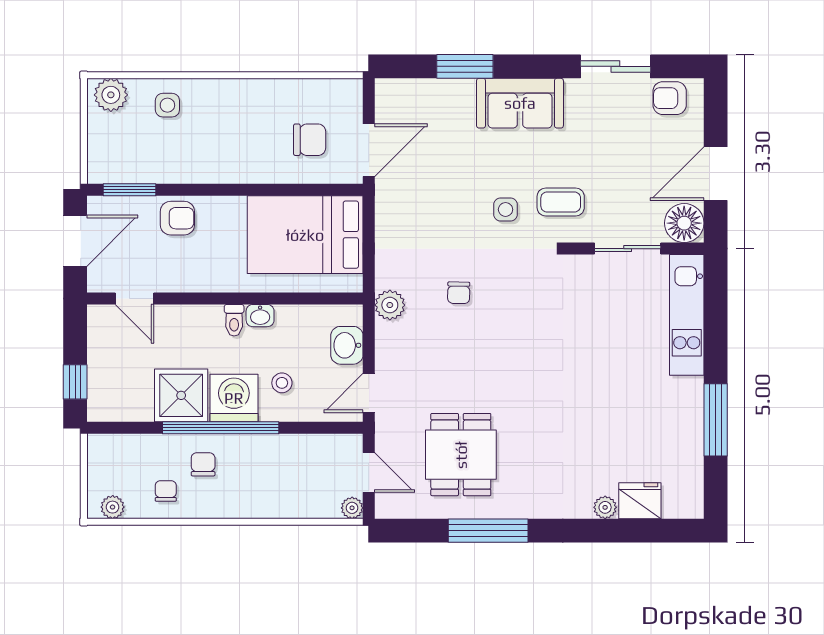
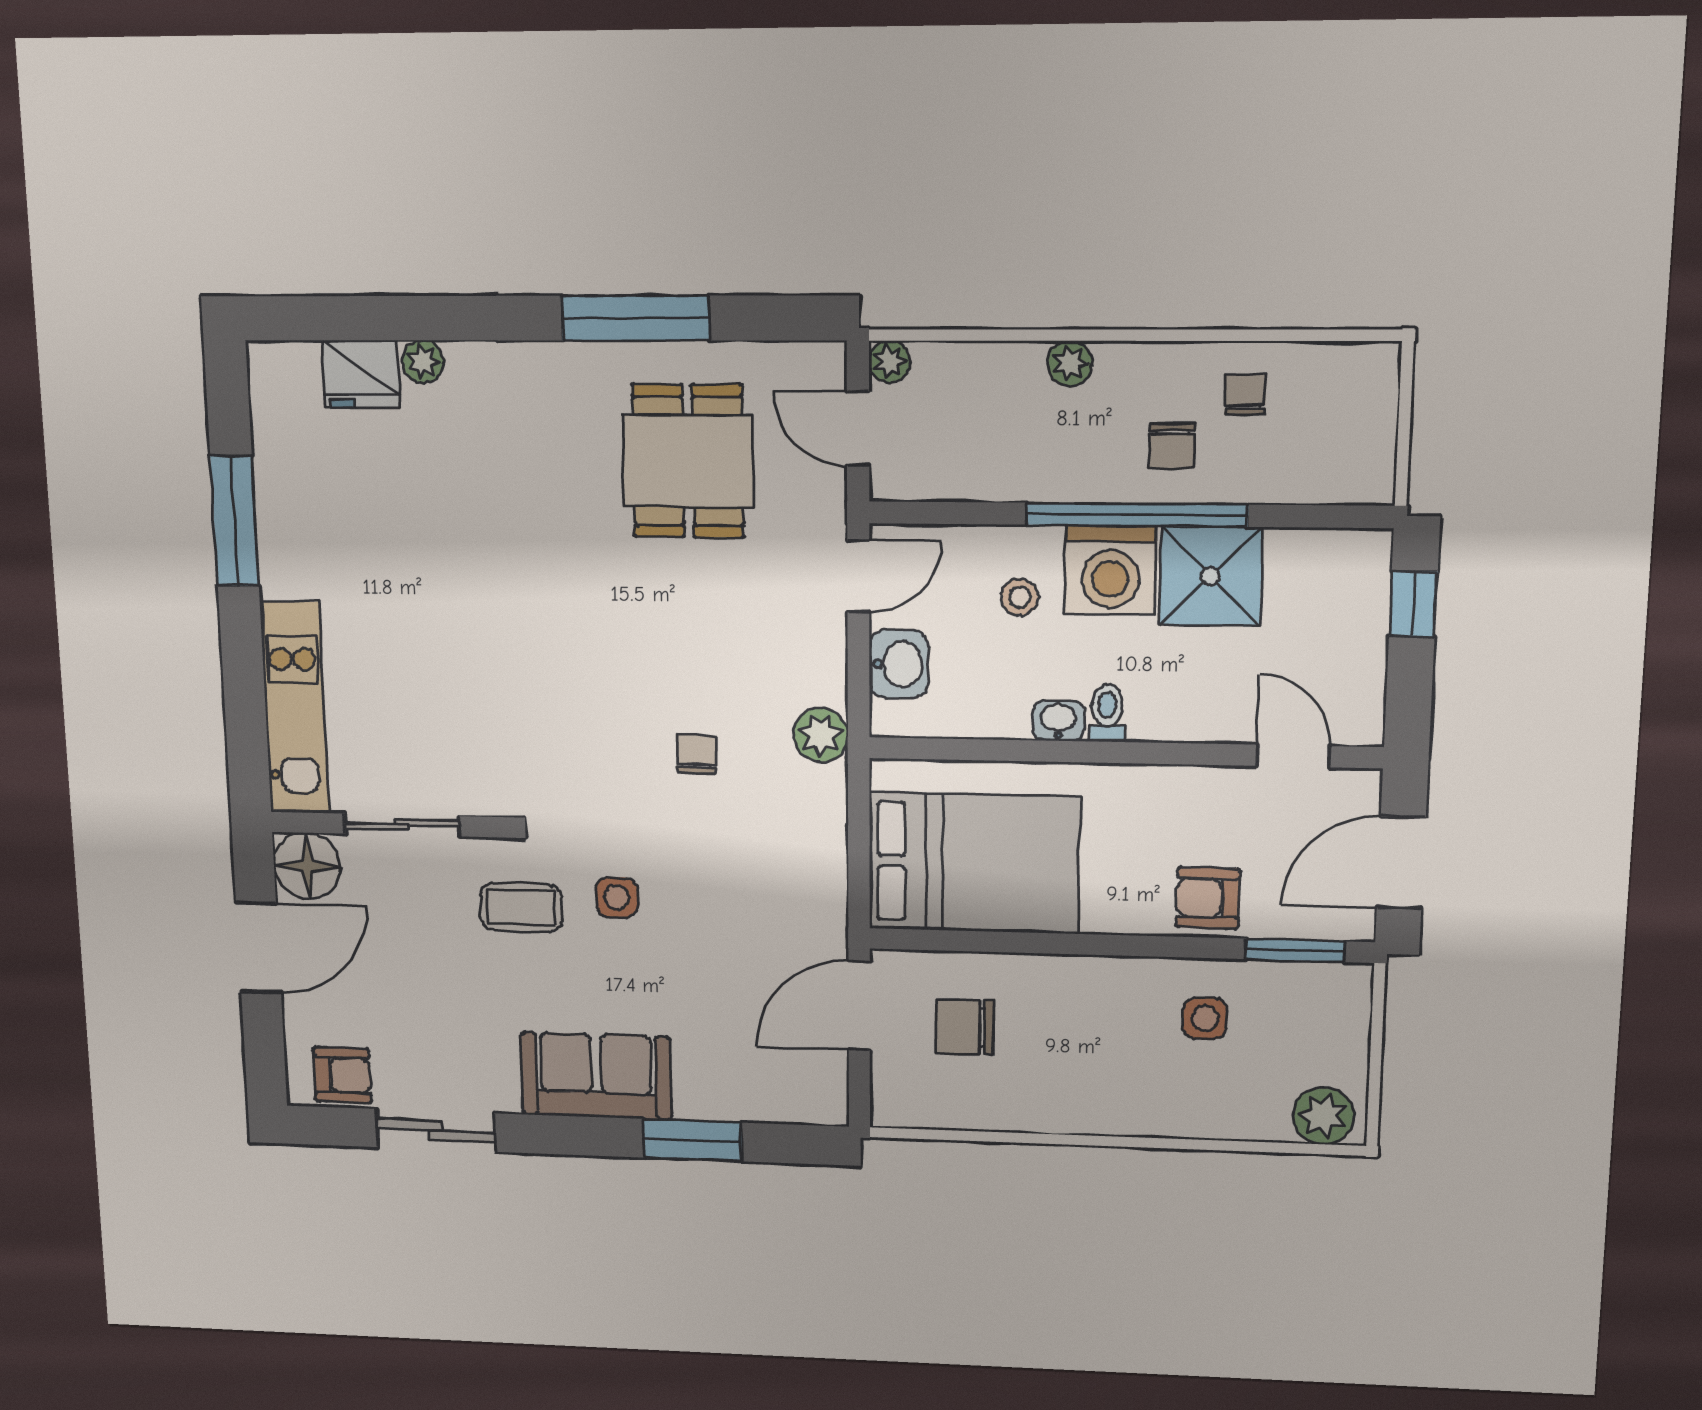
side table: (167, 105) -> (1205, 1018), moved
chair: (166, 491) -> (1245, 395), turned 180
plant: (113, 507) -> (1070, 363), moved

